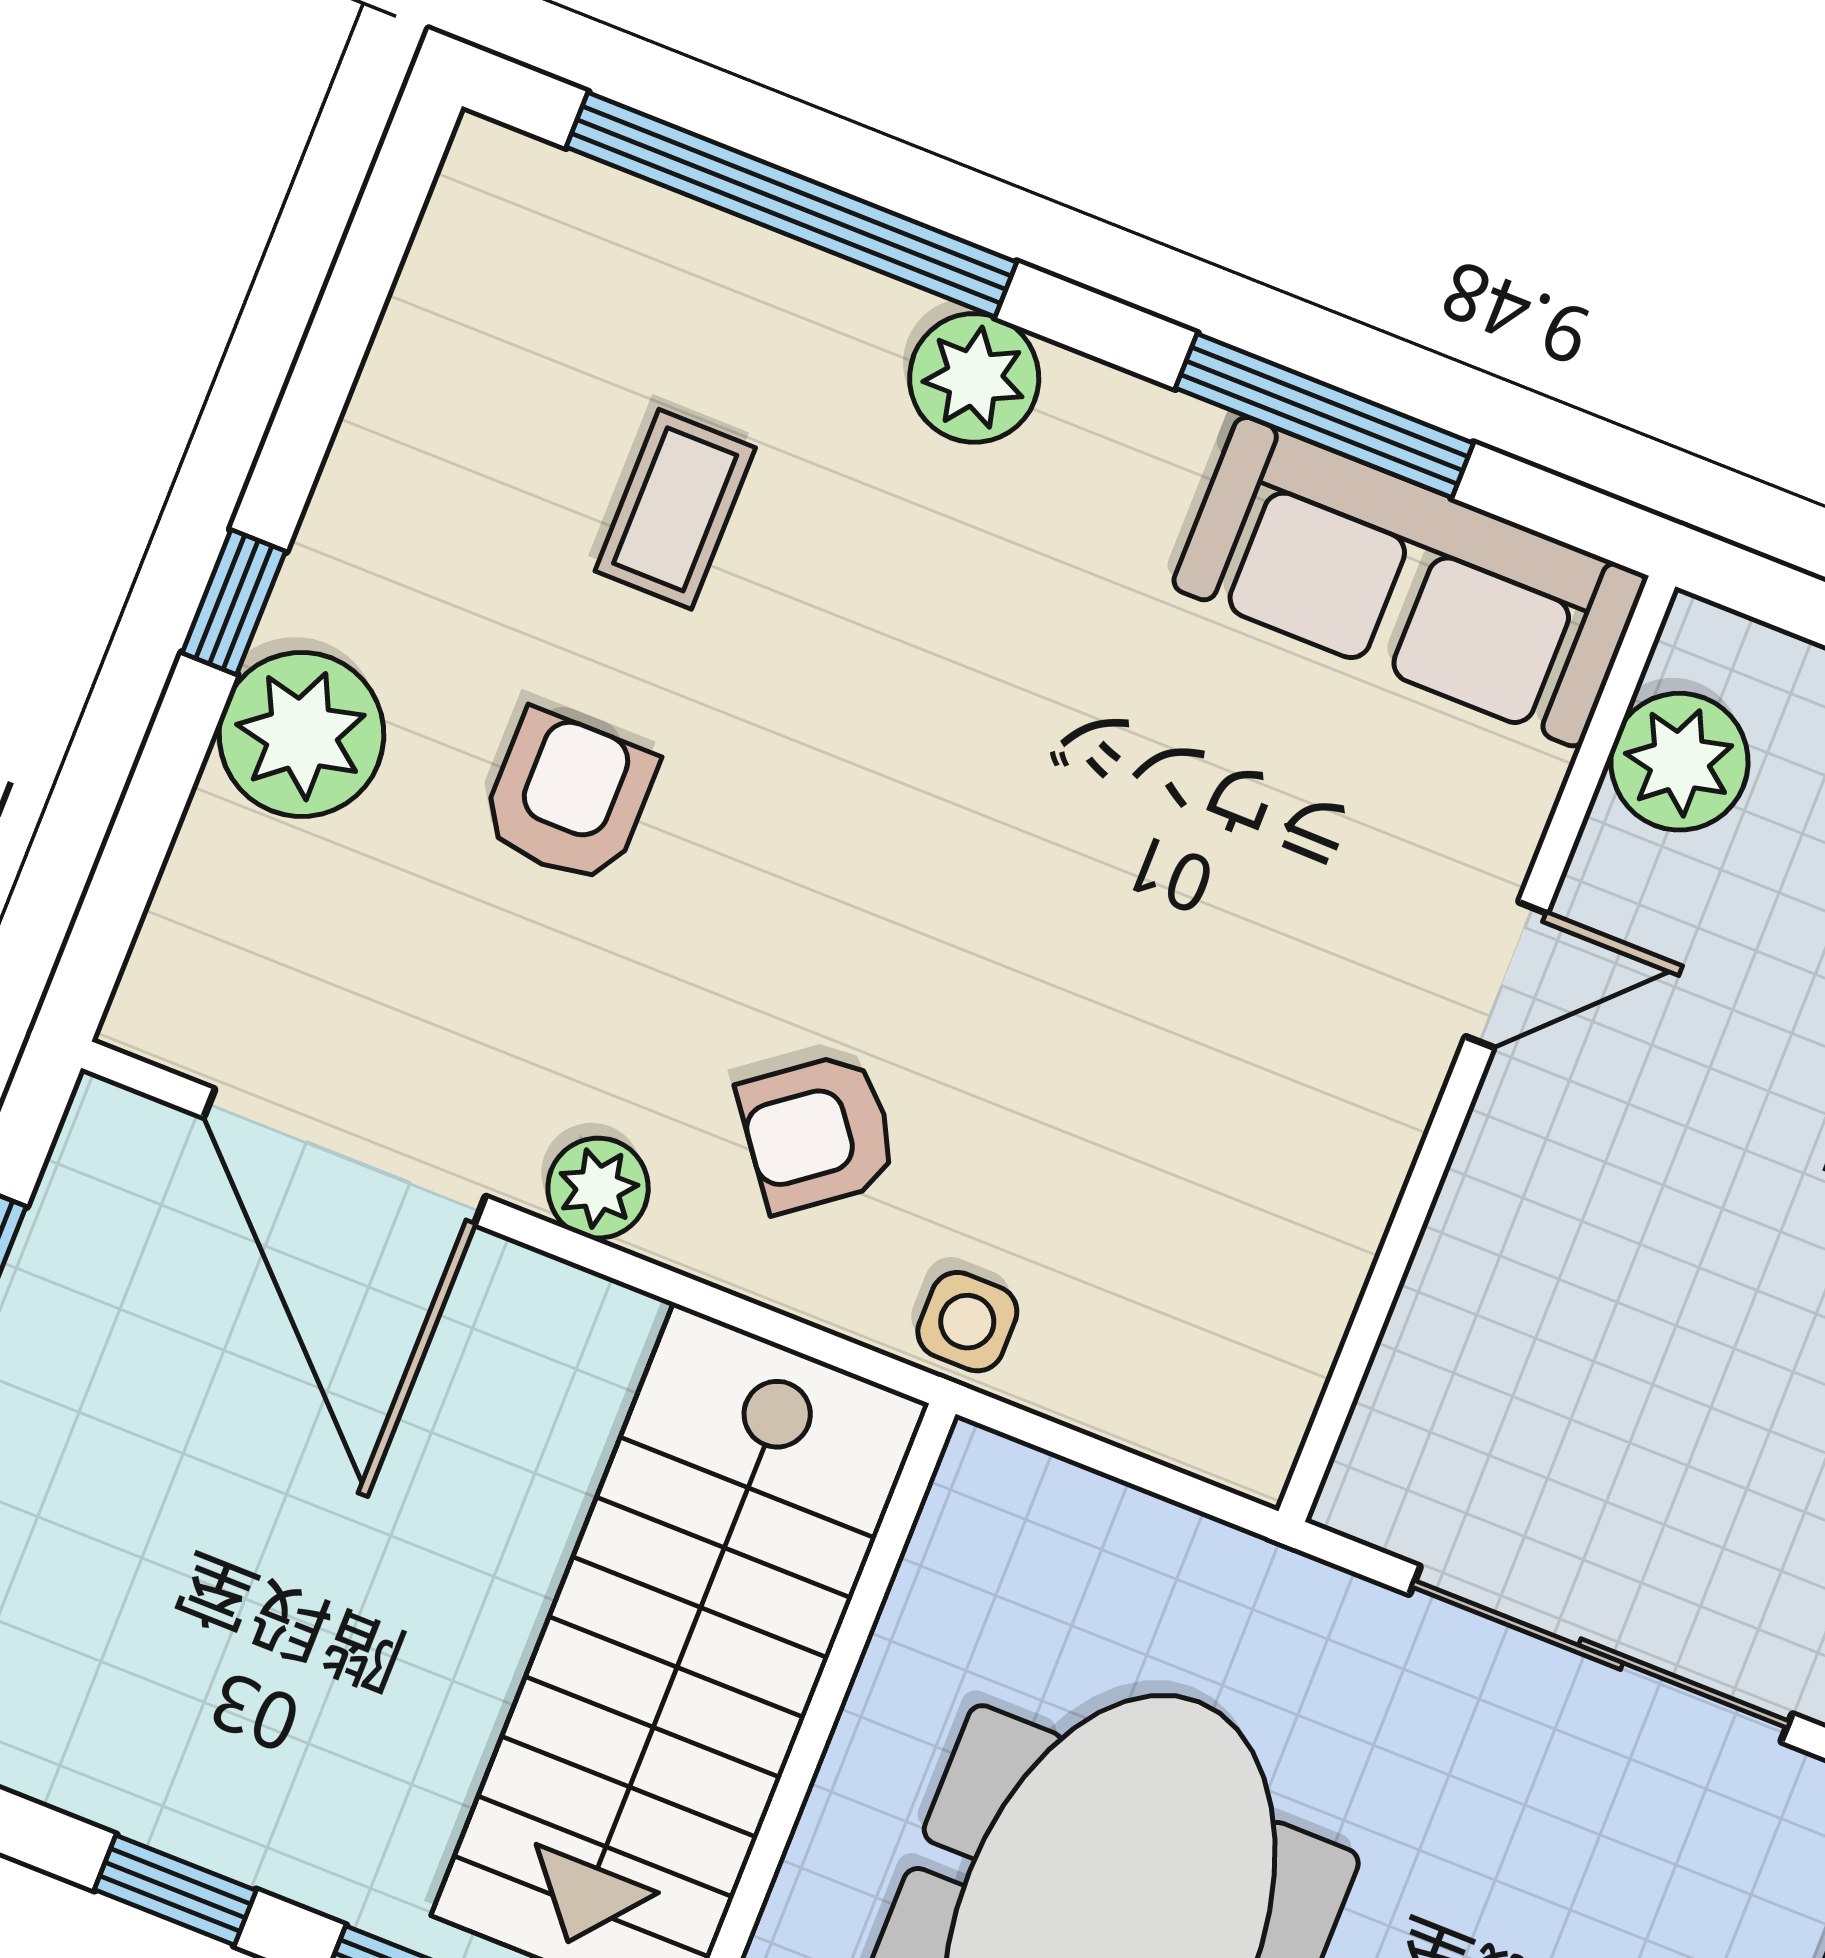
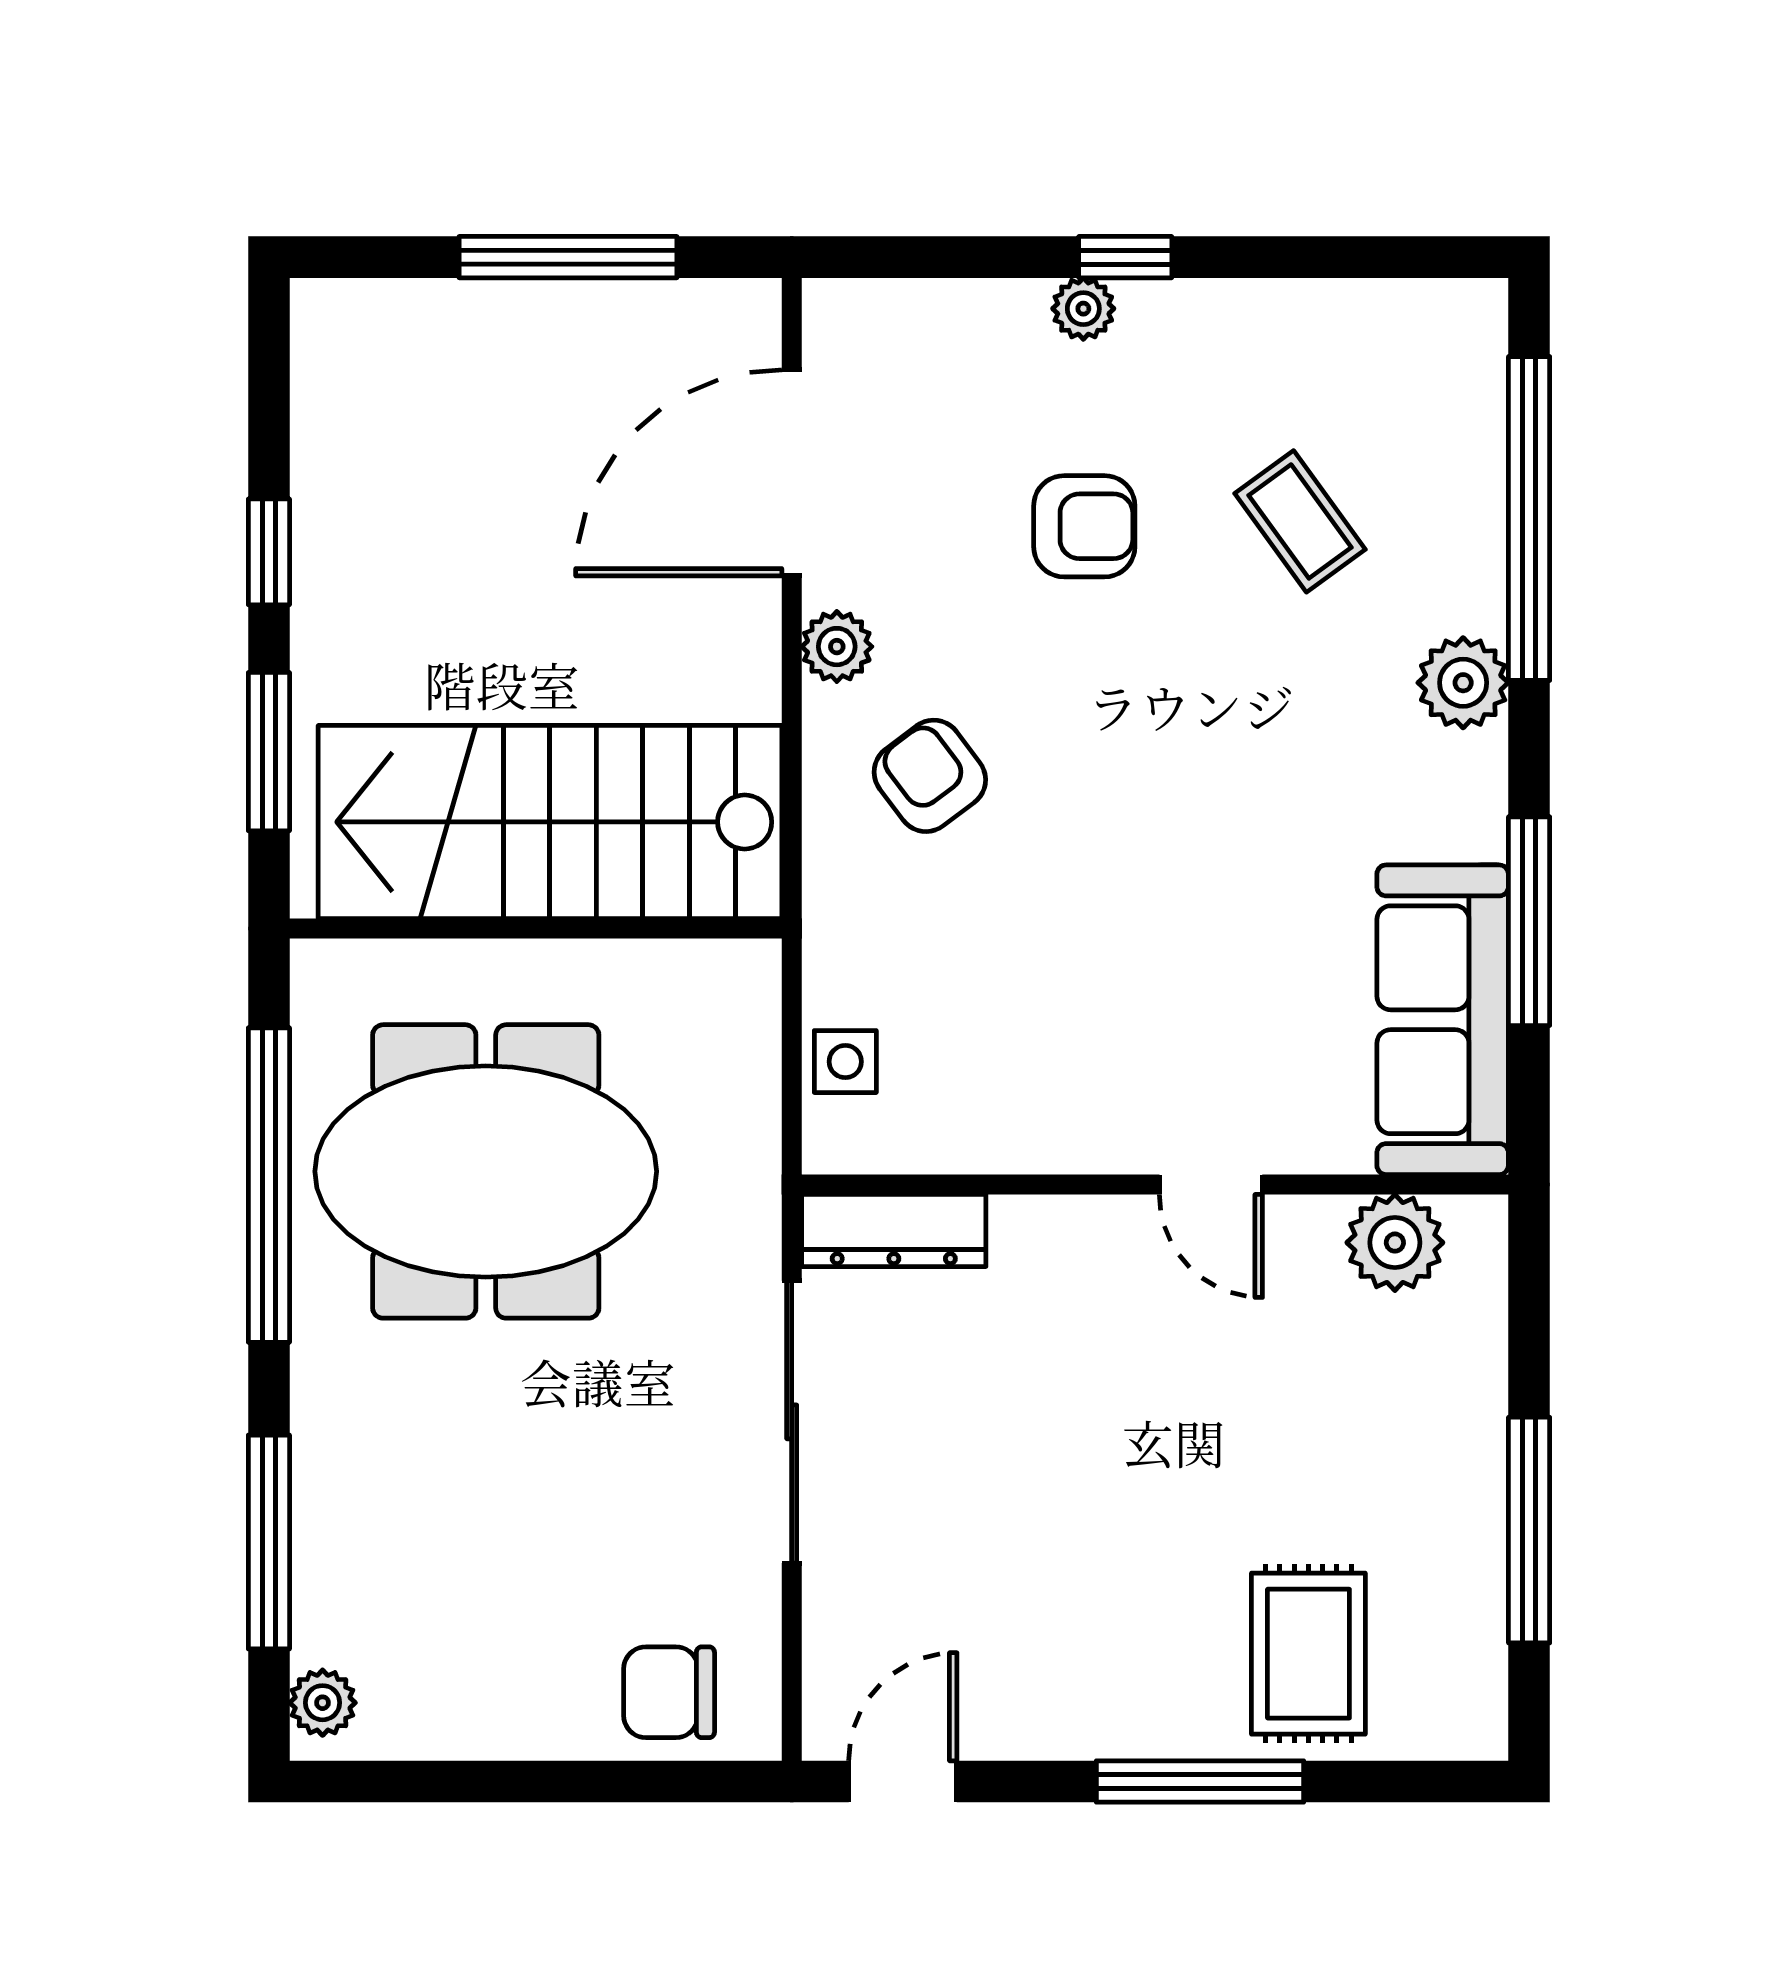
coffee table: (675, 509) -> (1300, 521), turned 54
plant: (301, 734) -> (1083, 309), width x0.53, depth x0.53
side table: (967, 1322) -> (845, 1062), moved
dresser: (1401, 1419) -> (894, 1230), added

